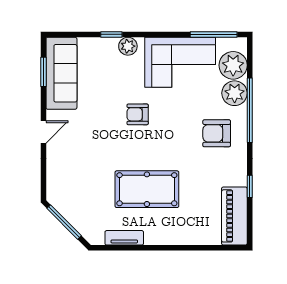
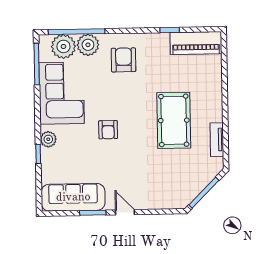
window: (43, 72) -> (93, 213), moved
window: (250, 110) -> (77, 32), moved
armchair: (217, 133) -> (124, 60), turned 180

